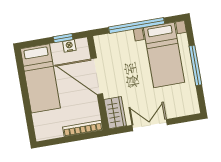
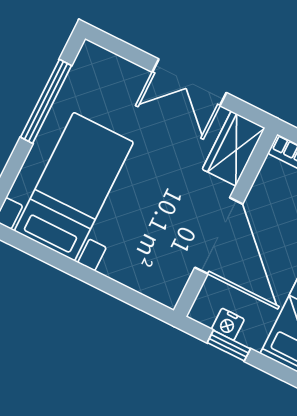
window: (137, 25) -> (84, 274), removed
window: (195, 65) -> (46, 101), moved

